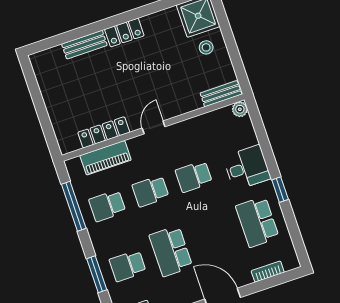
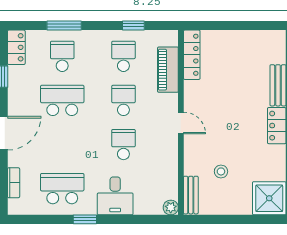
stool: (206, 47) -> (221, 171), moved
locker: (104, 132) -> (192, 55), moved
window: (74, 206) -> (133, 25), width x0.46

